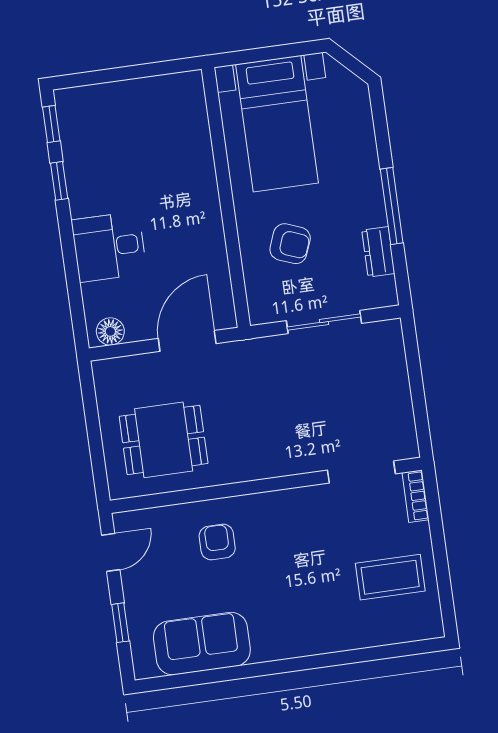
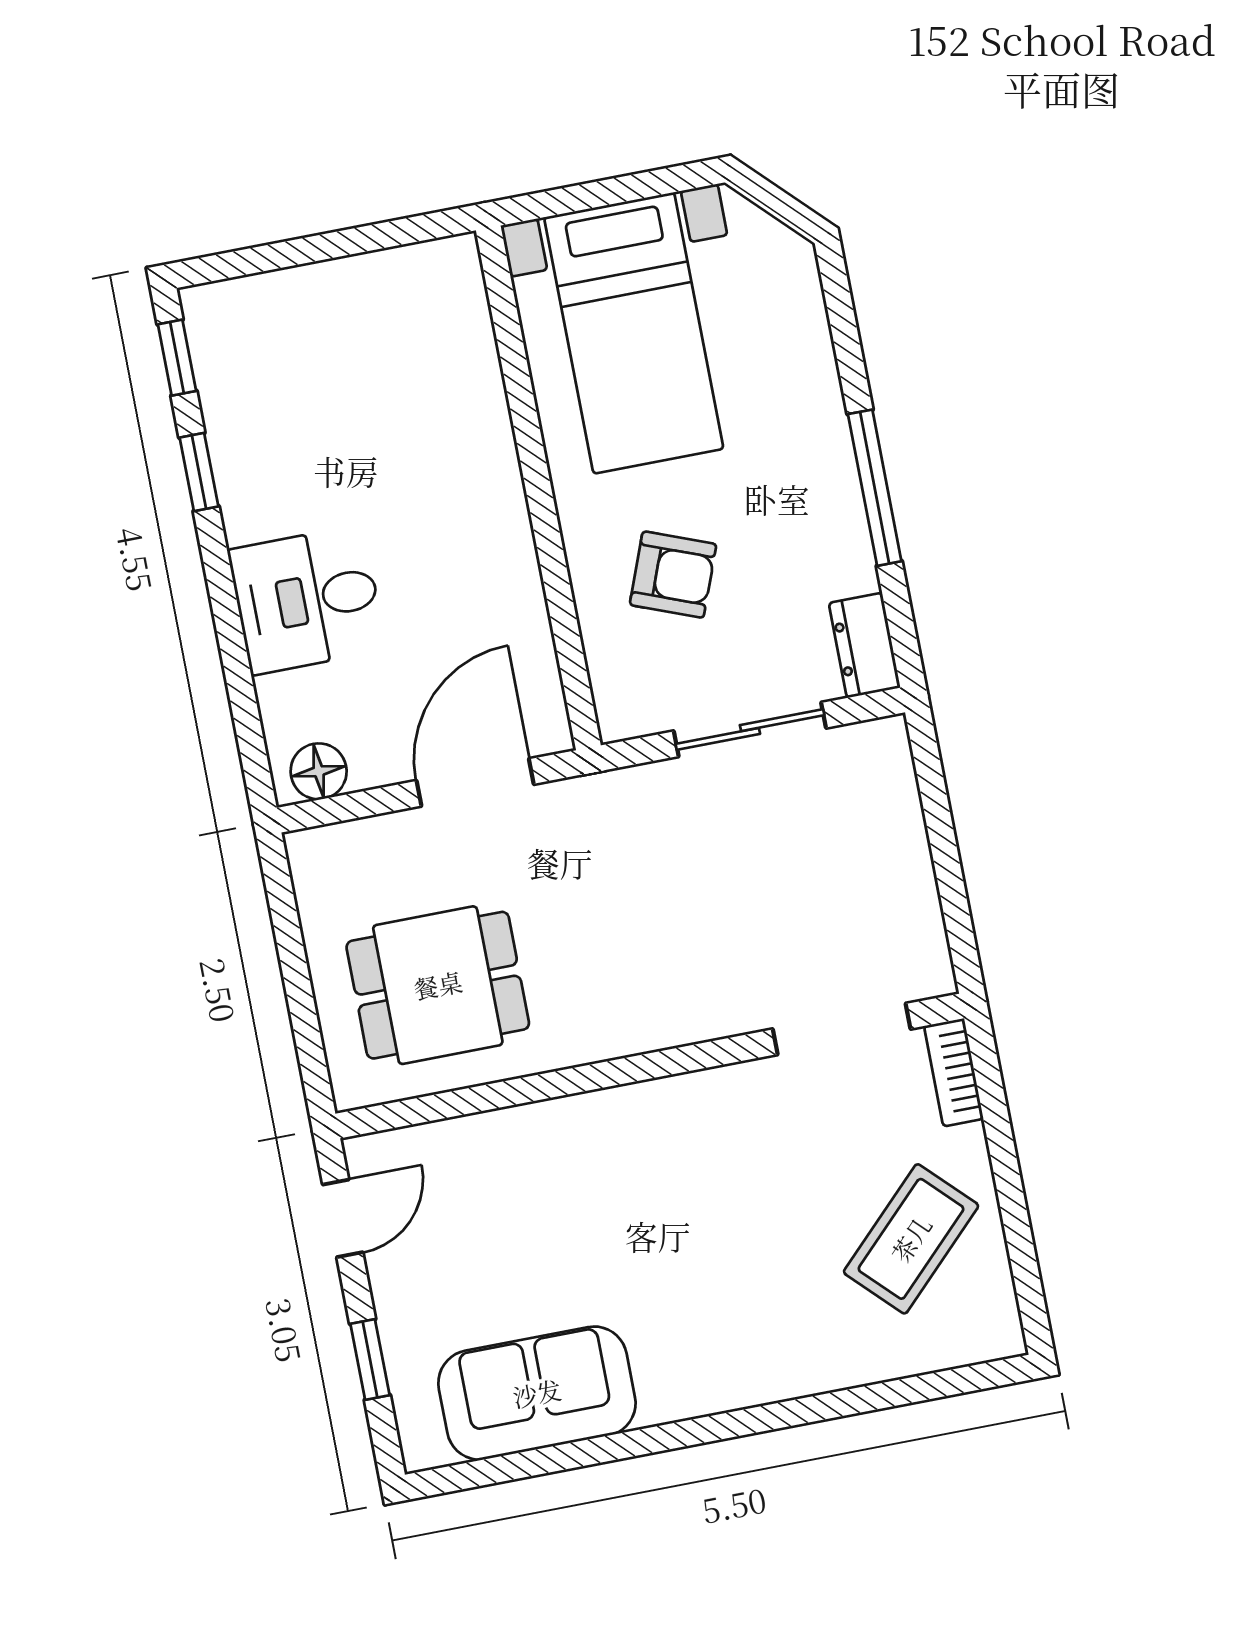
dresser: (378, 252) -> (865, 645), moved
armchair: (217, 542) -> (557, 1186), removed
coffee table: (390, 577) -> (911, 1239), turned -45

